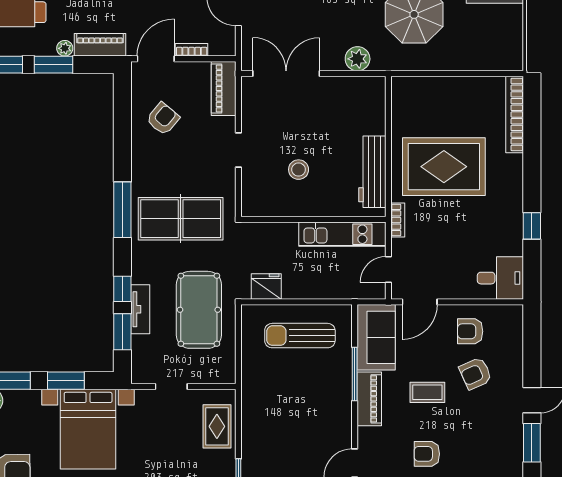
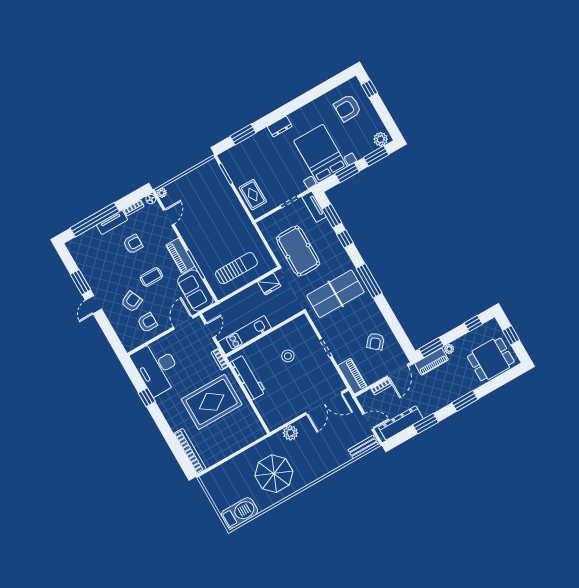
window: (53, 65) -> (431, 348), moved
desk: (500, 278) -> (157, 368), width x1.87, depth x1.30
tv unit: (140, 309) -> (314, 207), moved

